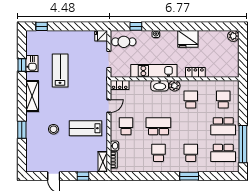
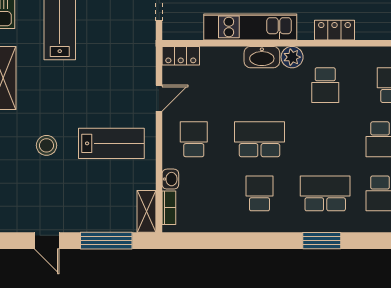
school desk: (191, 100) -> (325, 85), turned 180
lab bench: (85, 128) -> (111, 143), turned 180
school desk: (191, 153) -> (325, 193), width x1.85
window: (83, 176) -> (106, 241), width x2.17

